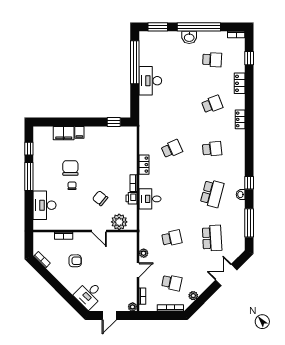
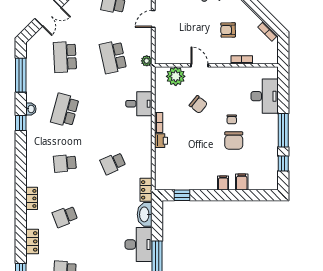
washbasin: (145, 106) -> (145, 214), added
filing cabinet: (64, 133) -> (242, 182), width x0.50
locker: (144, 165) -> (146, 190), moved
printer: (132, 198) -> (161, 141), moved
school desk: (172, 238) -> (113, 57), width x1.85
plant: (144, 253) -> (147, 61), moved

